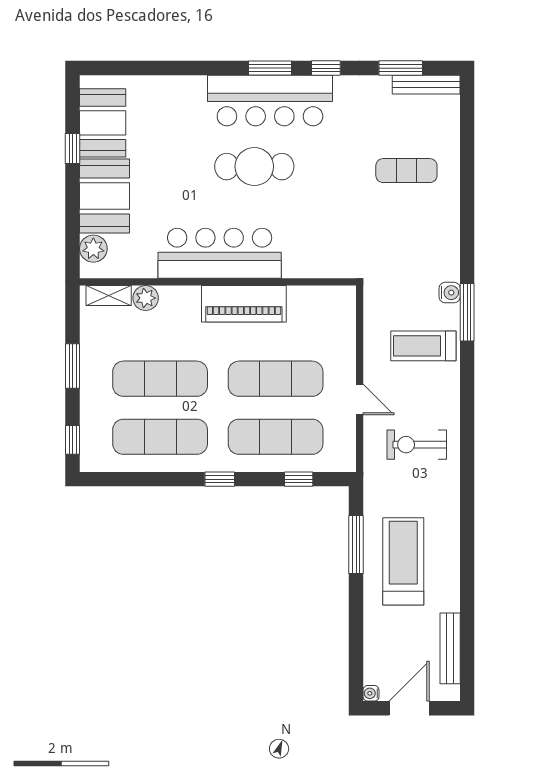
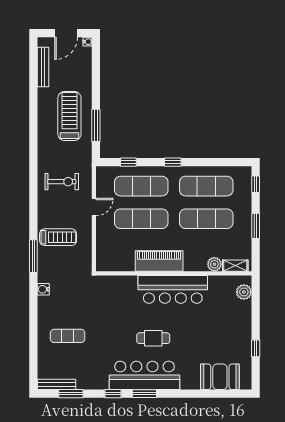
booth: (103, 123) -> (220, 377), moved, turned 90
cafe table: (254, 167) -> (153, 338), width x0.73, depth x0.74
booth: (104, 196) -> (238, 322), removed
water cooler: (450, 293) -> (43, 289), moved
door: (360, 399) -> (94, 207), swing flipped
treadmill: (403, 561) -> (69, 116), turned 180

